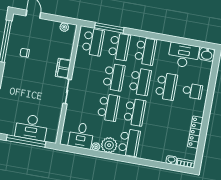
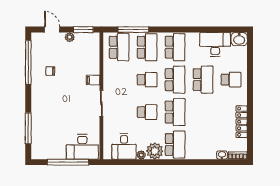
window: (62, 19) -> (83, 30), added
plant: (64, 27) -> (70, 37), moved
filing cabinet: (63, 68) -> (93, 80), width x0.50
school desk: (114, 77) -> (147, 80), width x0.54
school desk: (108, 107) -> (147, 112), width x0.54
desk: (31, 127) -> (82, 147), moved

